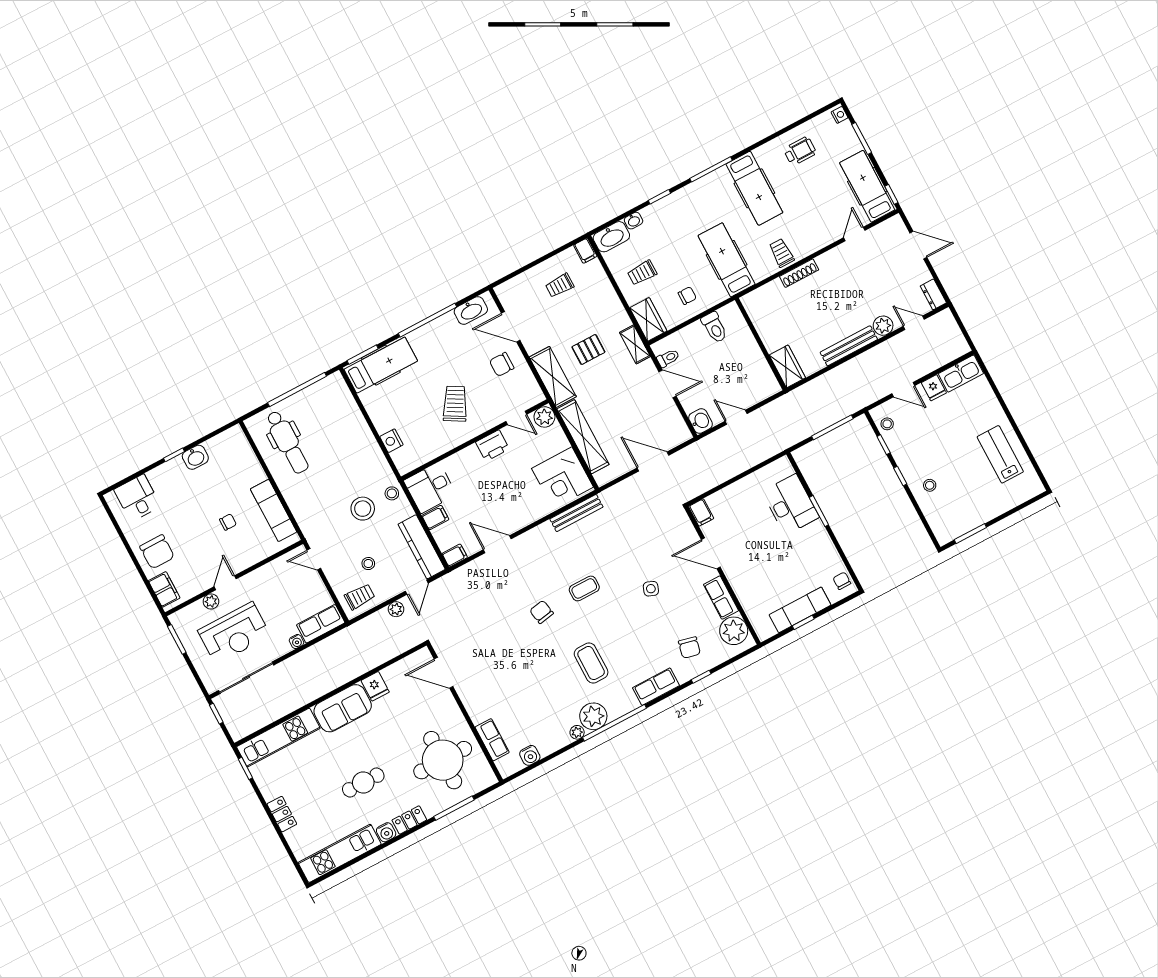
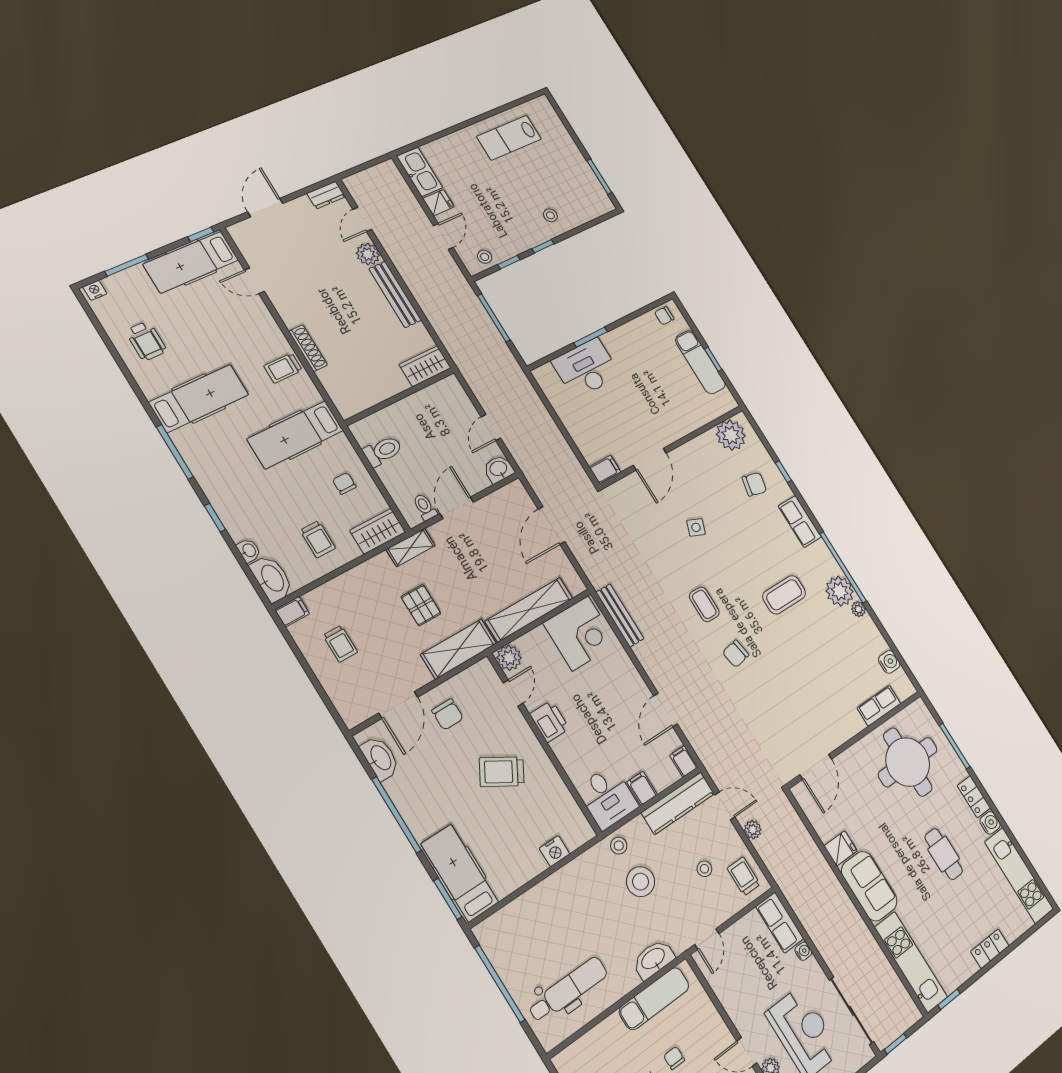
wheelchair: (800, 151) -> (146, 341), turned 180
washbasin: (303, 513) -> (653, 959), added
row of seats: (721, 598) -> (697, 448), removed

